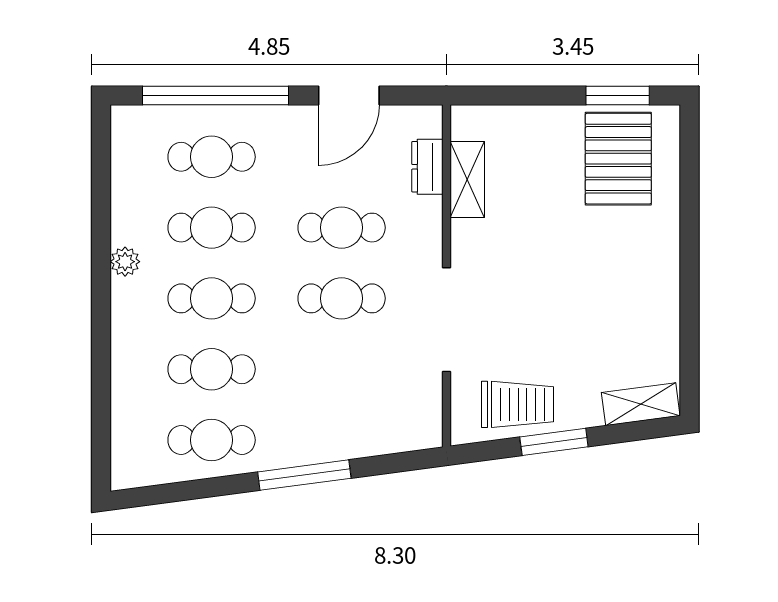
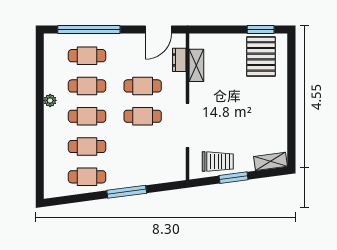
door: (349, 96) -> (158, 30), moved

